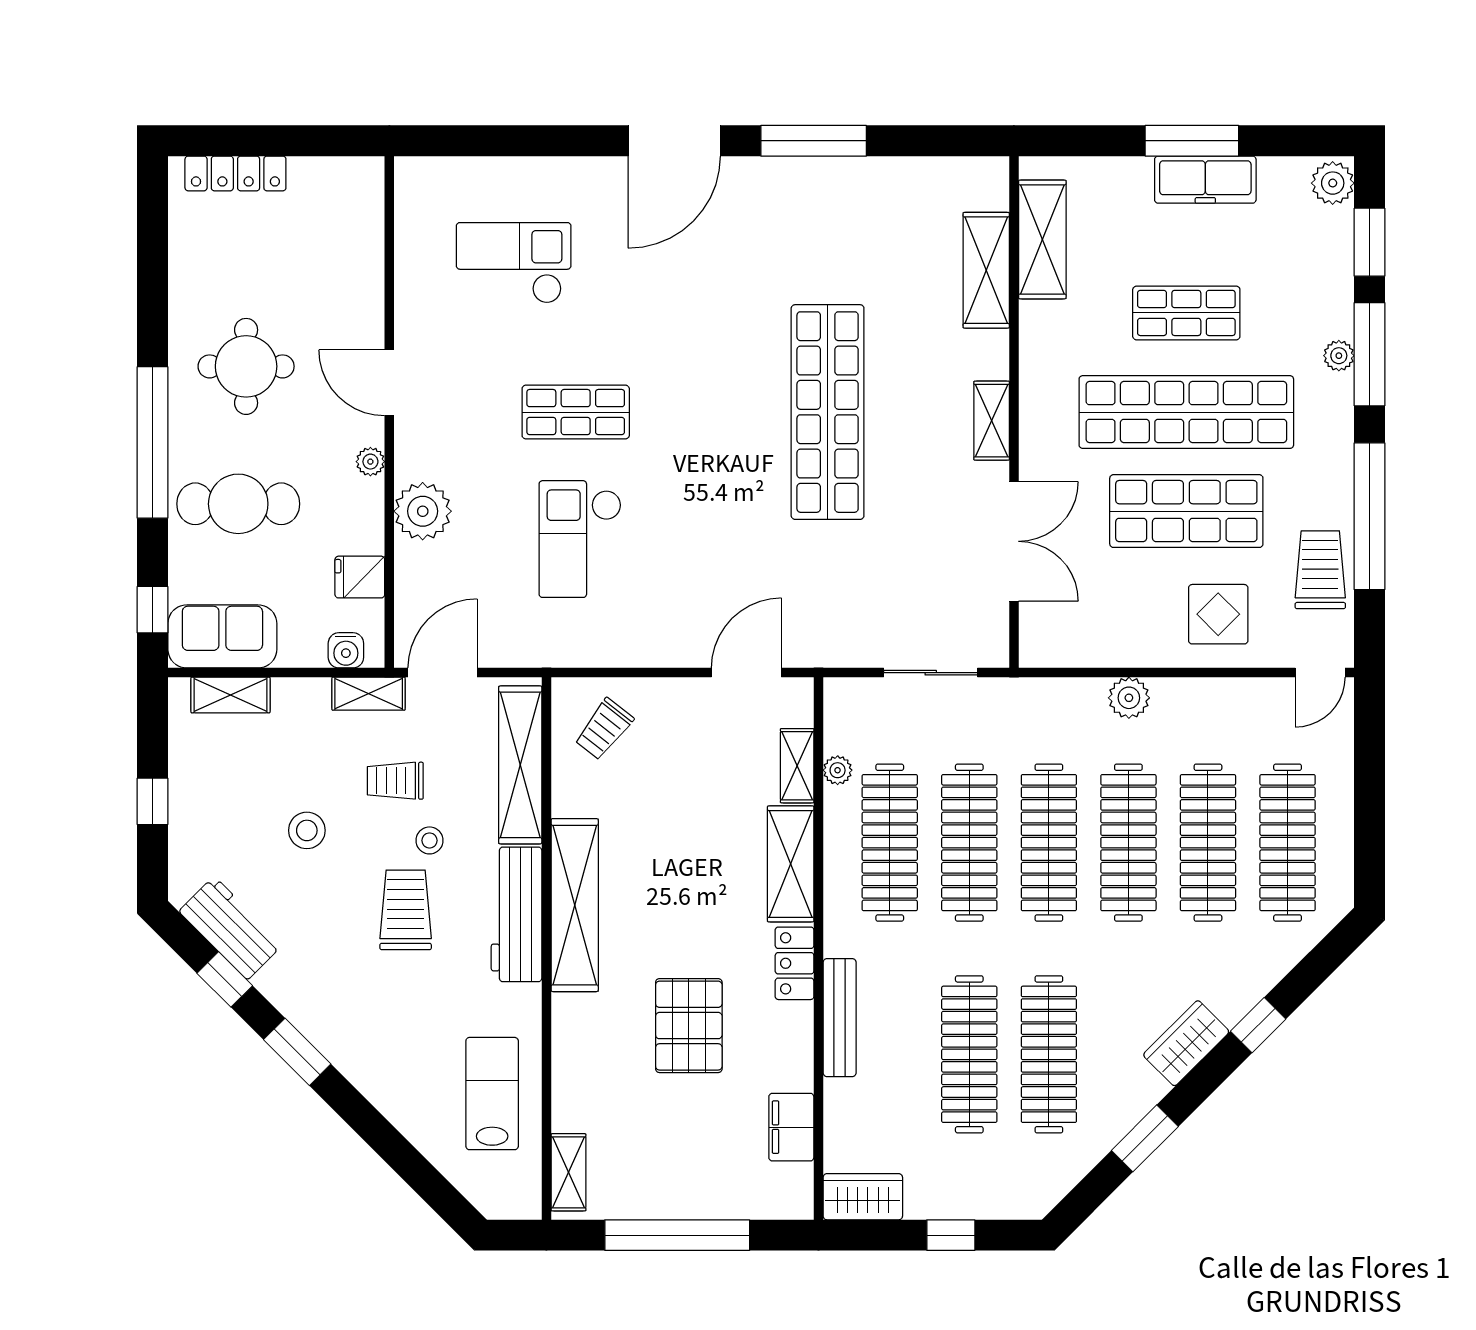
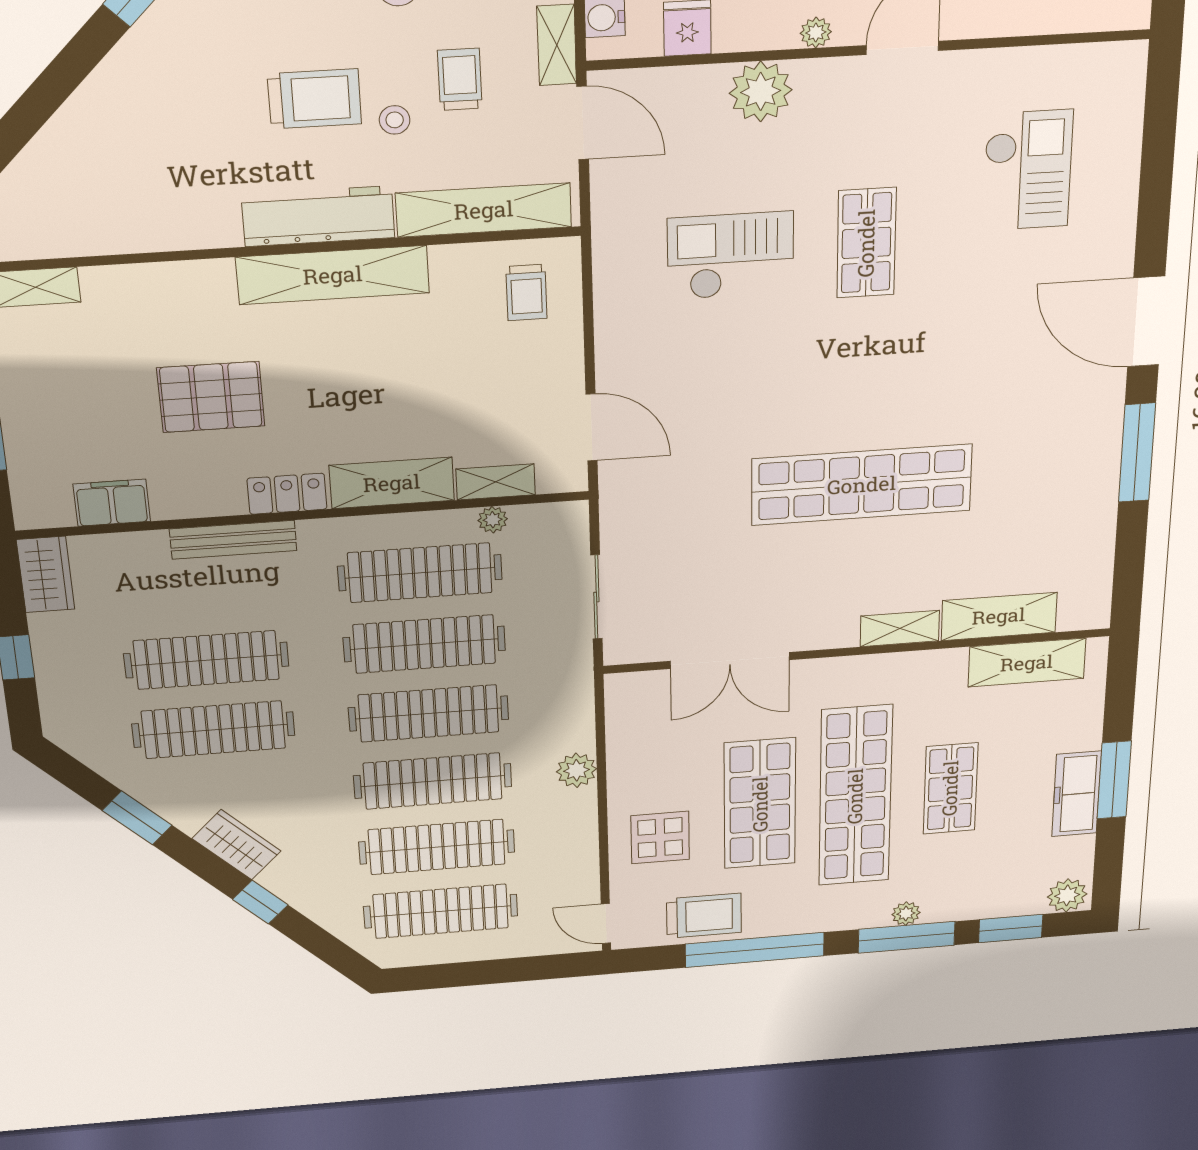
shelving: (992, 421) -> (900, 628), moved
trolley: (604, 729) -> (526, 292), turned -128
lab bench: (492, 1094) -> (115, 203), removed

